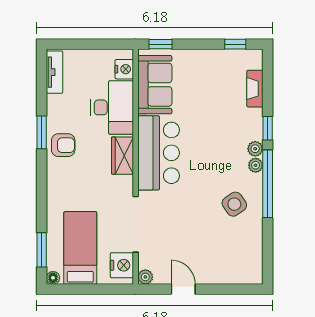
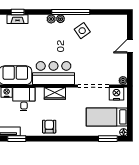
desk: (112, 107) -> (24, 99), width x0.73
window: (268, 128) -> (18, 12), moved
window: (42, 132) -> (17, 139), moved
door: (183, 289) -> (130, 46), moved

